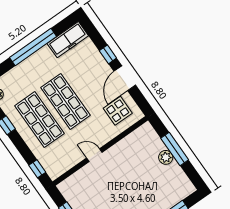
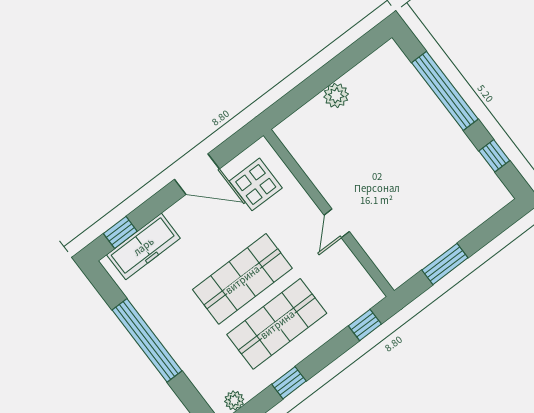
freezer: (68, 40) -> (143, 246), moved, turned 90
window: (108, 54) -> (120, 232), moved
window: (175, 149) -> (320, 80), removed

